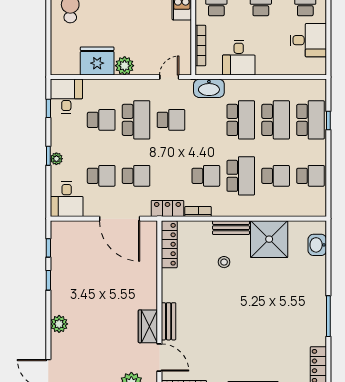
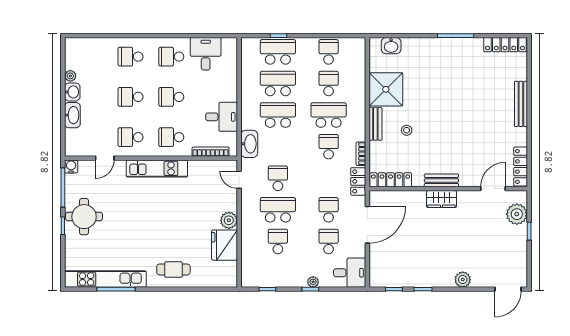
desk: (66, 96) -> (256, 273), removed
bench: (169, 321) -> (441, 180), moved
wardrobe: (148, 326) -> (441, 199), moved

